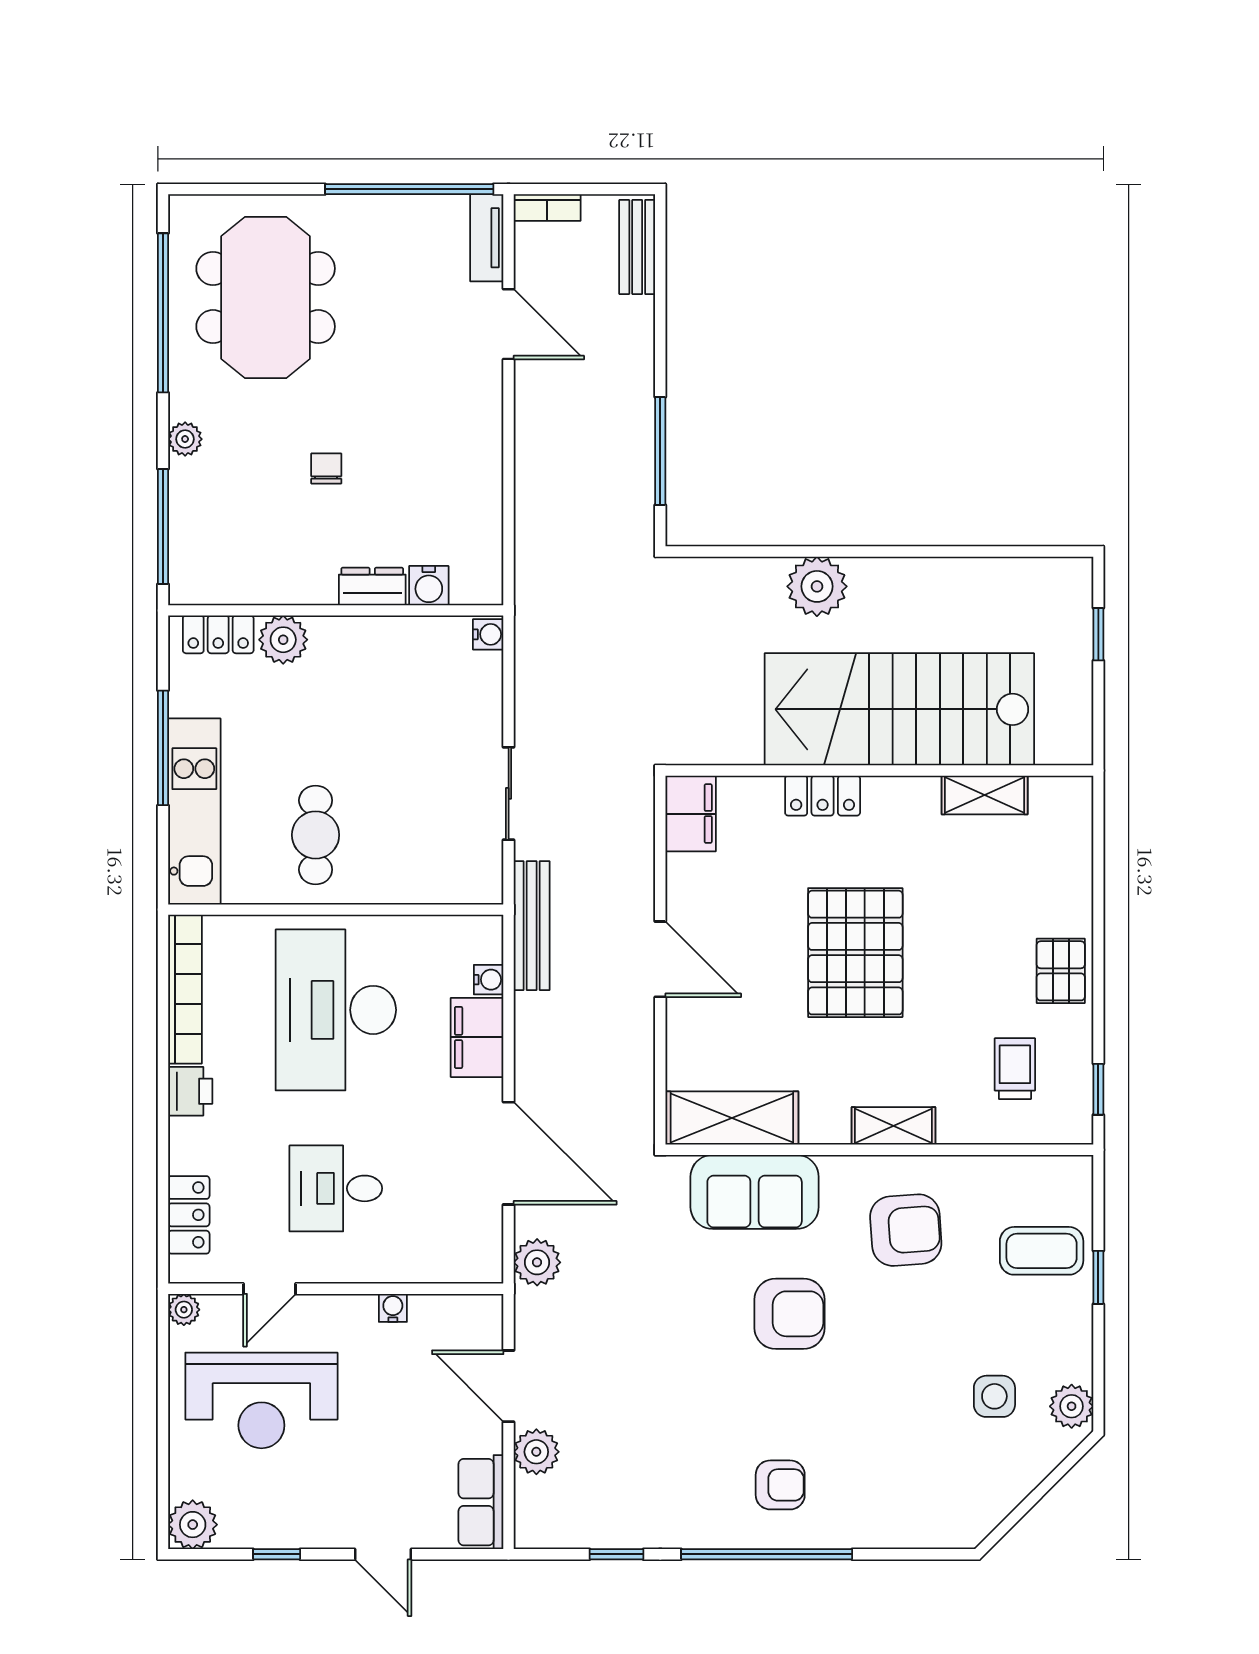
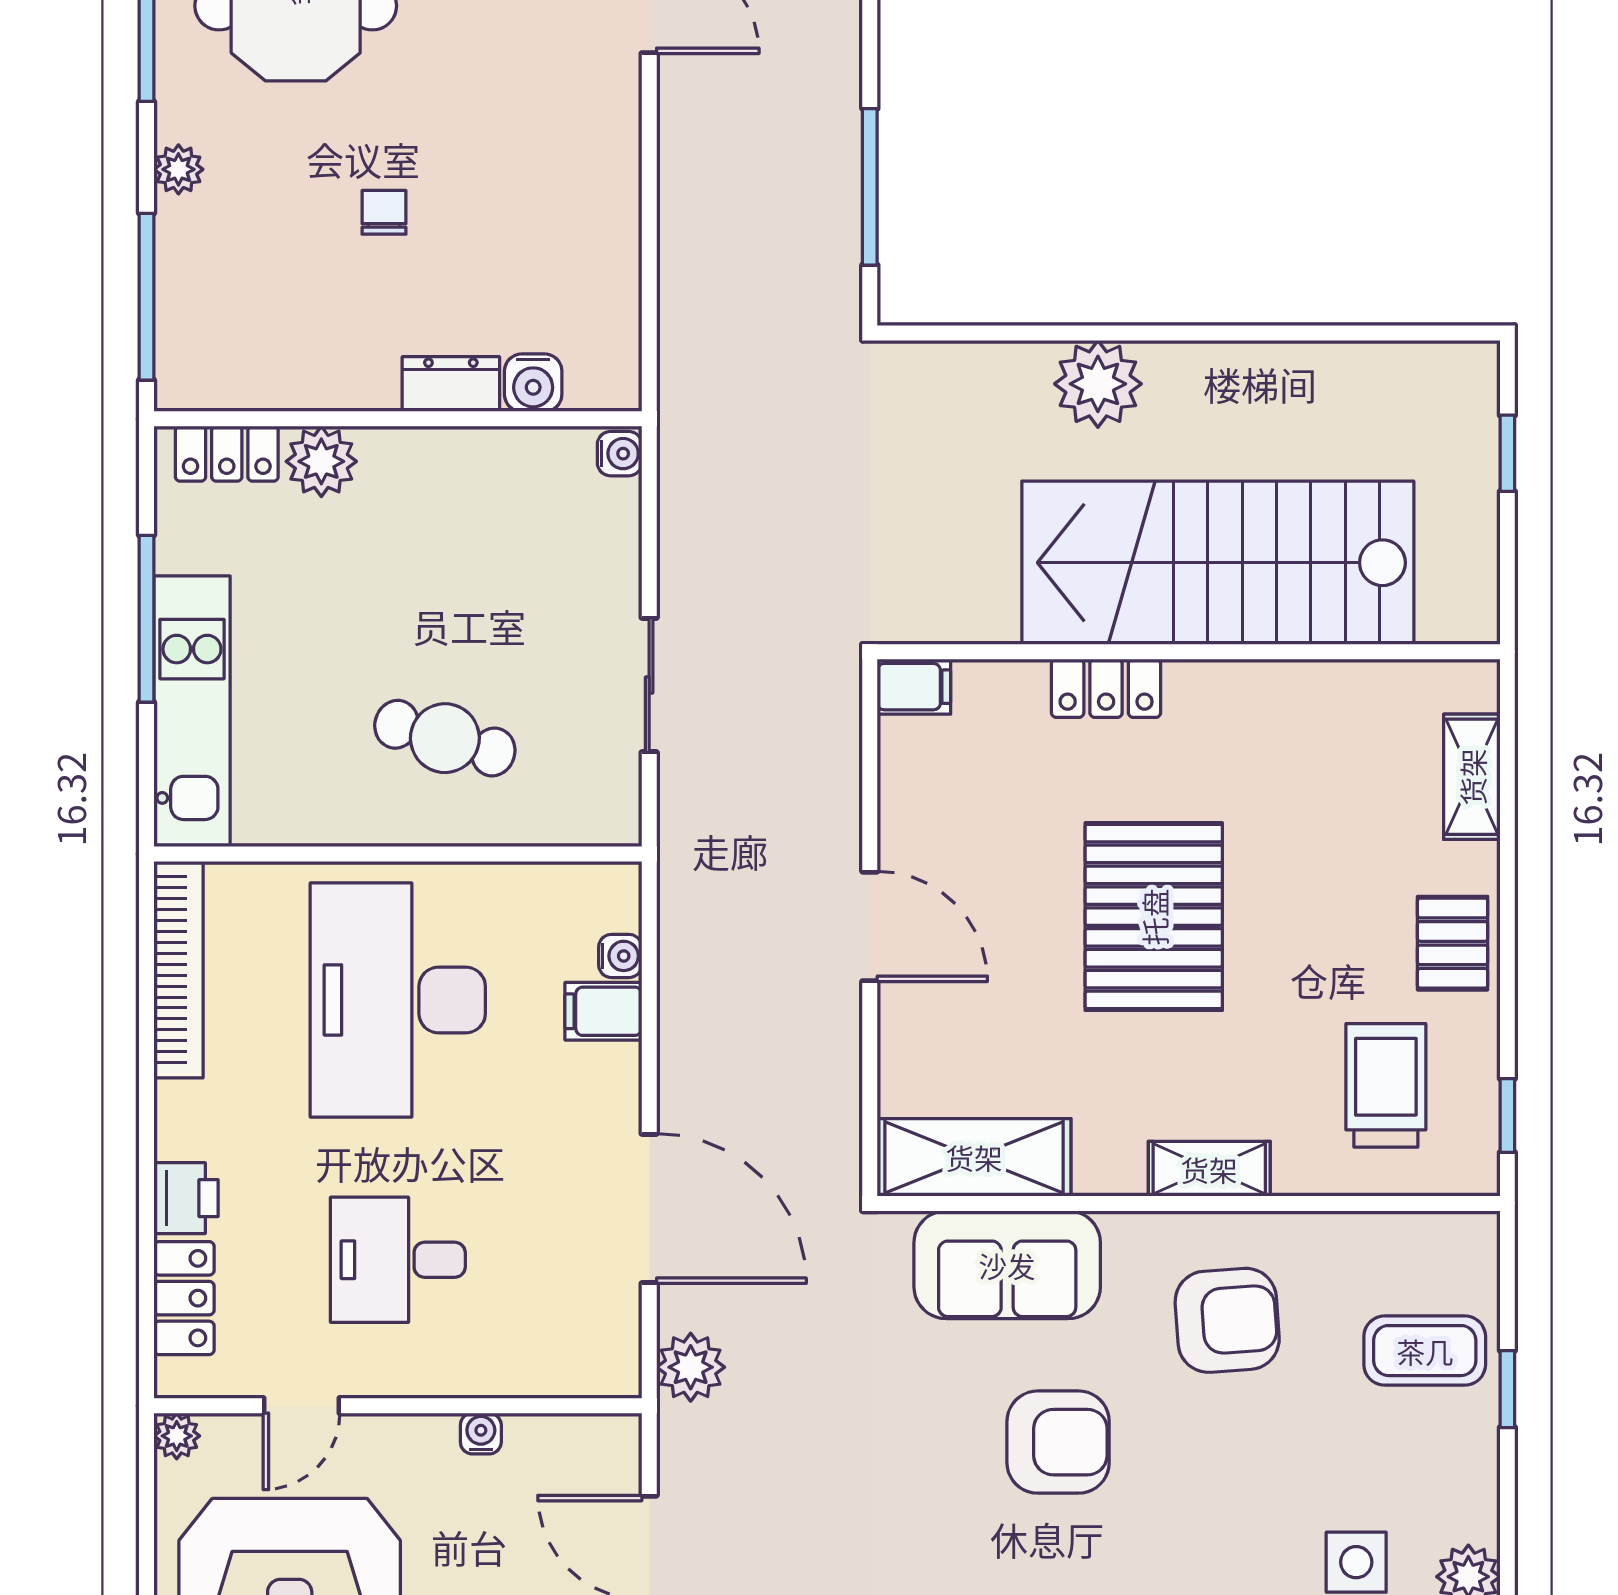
shelving: (985, 795) -> (1472, 777), moved, turned 90
filing cabinet: (691, 814) -> (914, 687), width x0.50
cafe table: (316, 835) -> (445, 738), moved, turned -74
bench: (532, 926) -> (683, 877), removed
filing cabinet: (477, 1037) -> (603, 1011), width x0.50
trolley: (1015, 1069) -> (1386, 1085), width x1.36, depth x1.39
printer: (190, 1091) -> (186, 1198), moved

